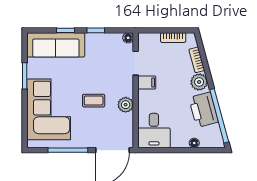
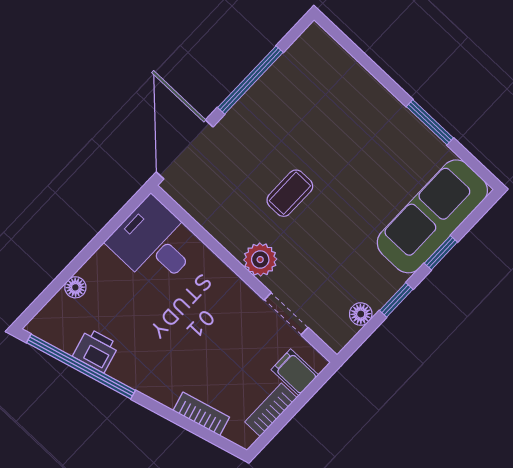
floor lamp: (128, 38) -> (361, 314), moved
plant: (199, 82) -> (163, 385), removed
filing cabinet: (147, 83) -> (295, 372), moved, turned 90
plant: (126, 105) -> (260, 260), moved
corner sofa: (49, 109) -> (342, 110), removed
printer: (204, 110) -> (96, 350), width x0.53, depth x0.68

